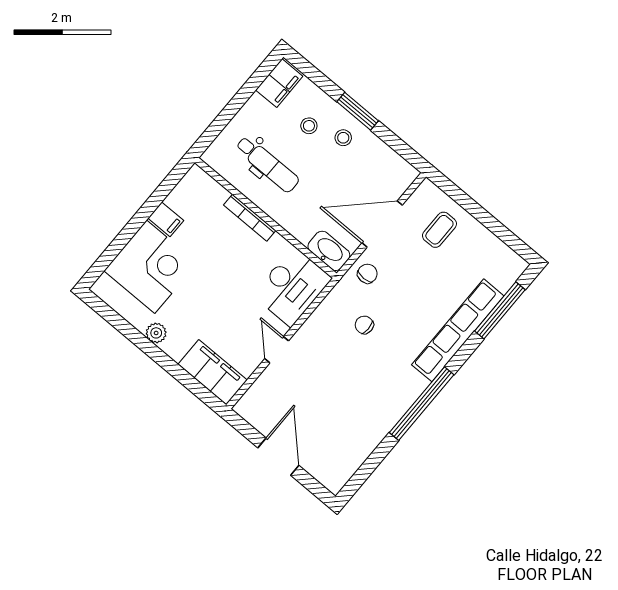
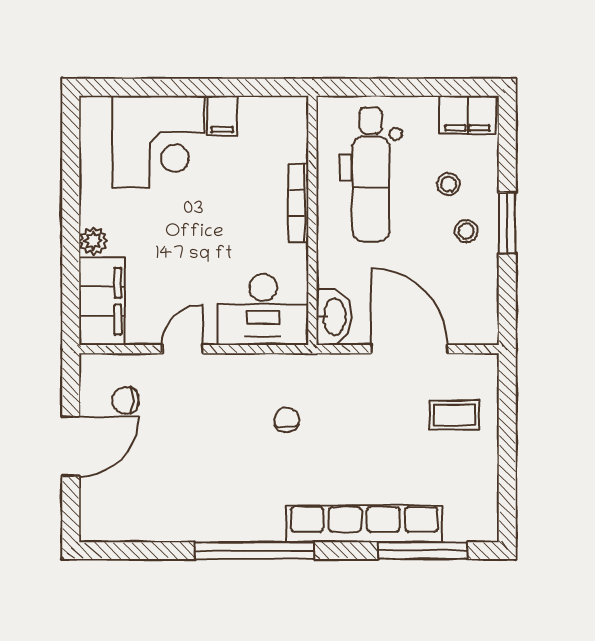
dental chair: (267, 164) -> (371, 174), width x1.36, depth x1.38
chair: (367, 274) -> (126, 400), moved, turned 180
plant: (156, 333) -> (93, 241), moved

